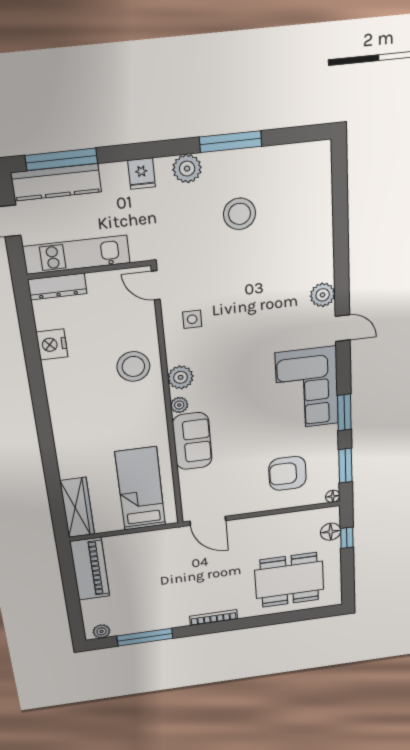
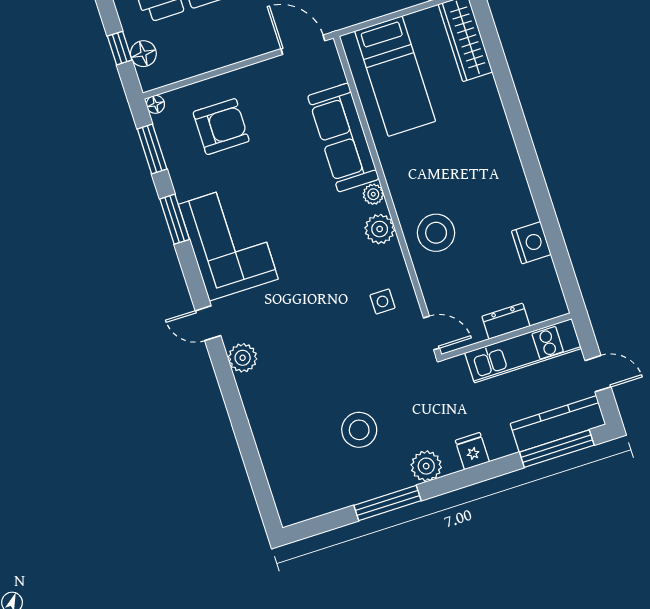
dresser: (57, 287) -> (506, 321), moved, width x0.70
sofa: (192, 441) -> (343, 137), width x1.36

